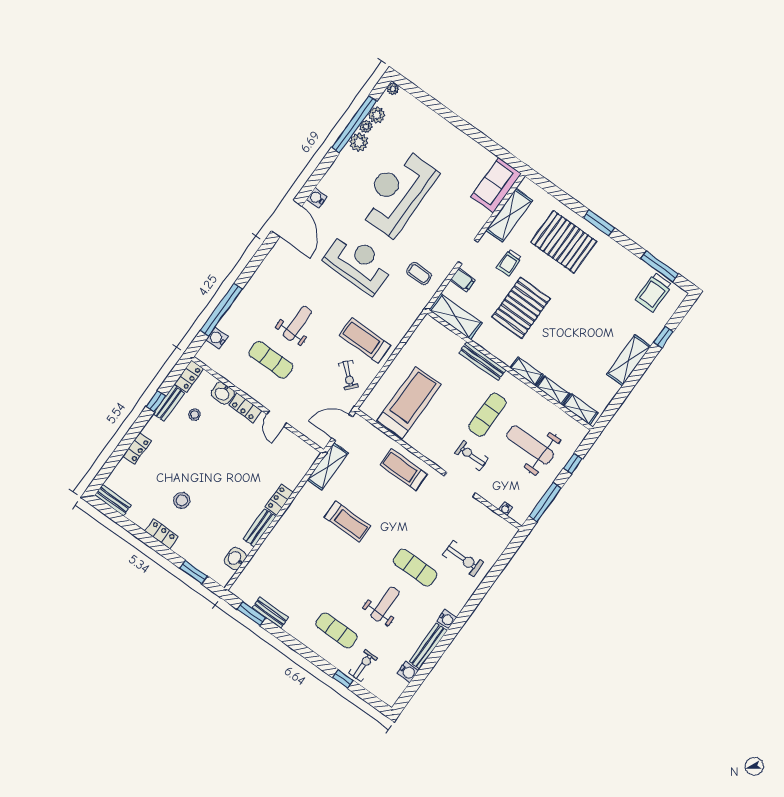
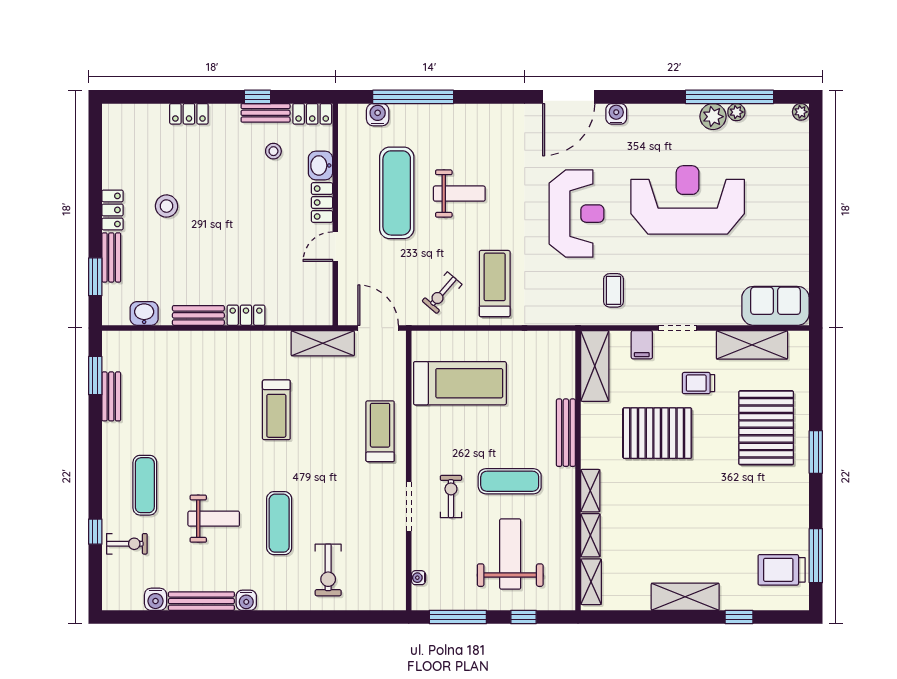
plant: (377, 115) -> (758, 115), removed
exercise mat: (271, 360) -> (397, 193), width x1.36, depth x1.45
bench: (113, 500) -> (111, 257), moved

